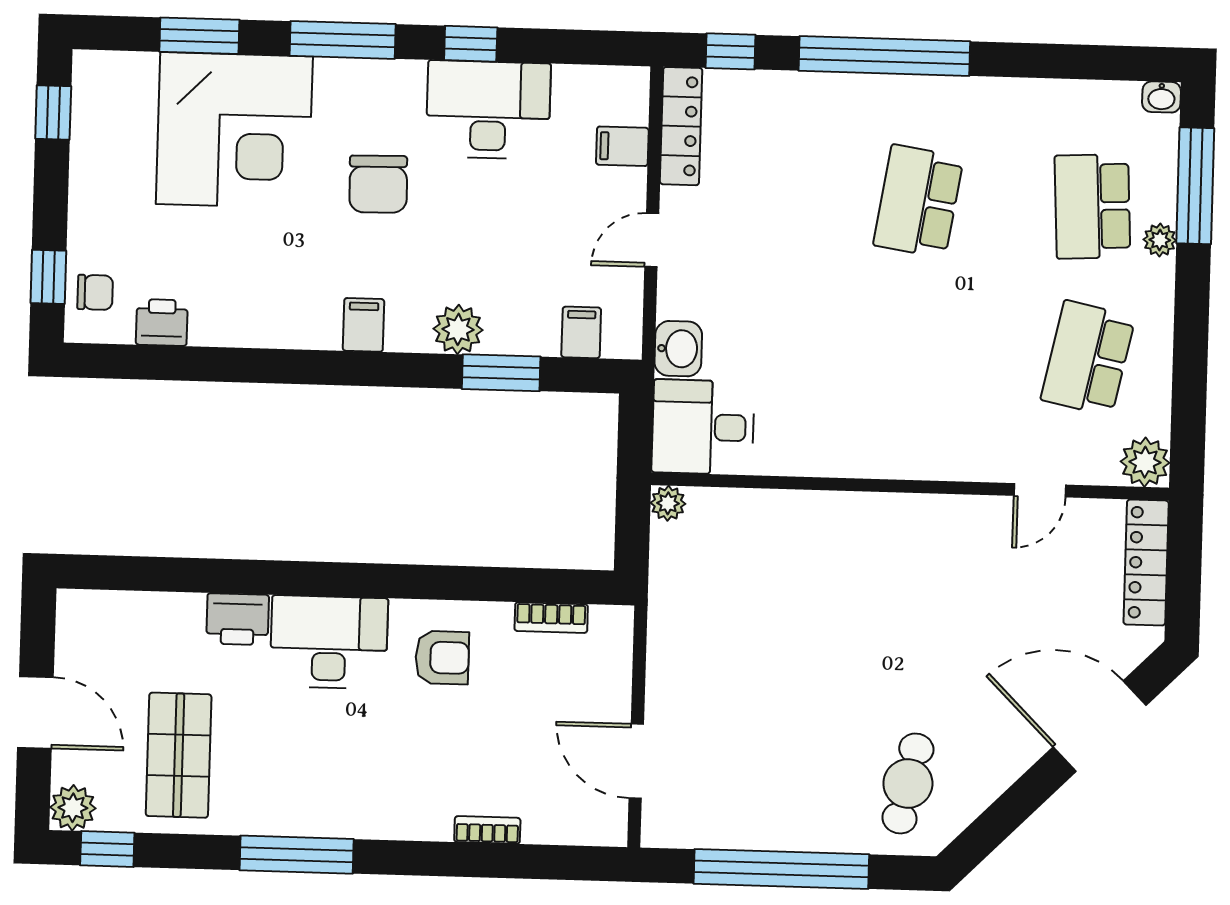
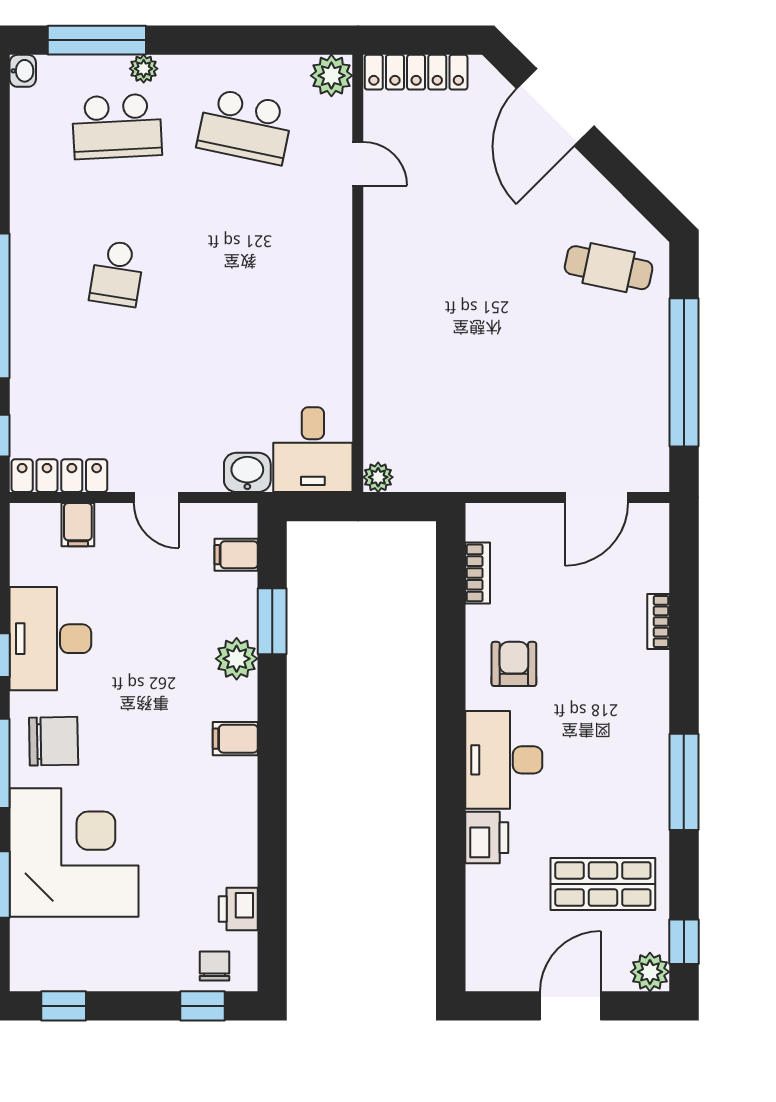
chair: (378, 184) -> (54, 741), moved
school desk: (918, 201) -> (117, 273), width x0.54

